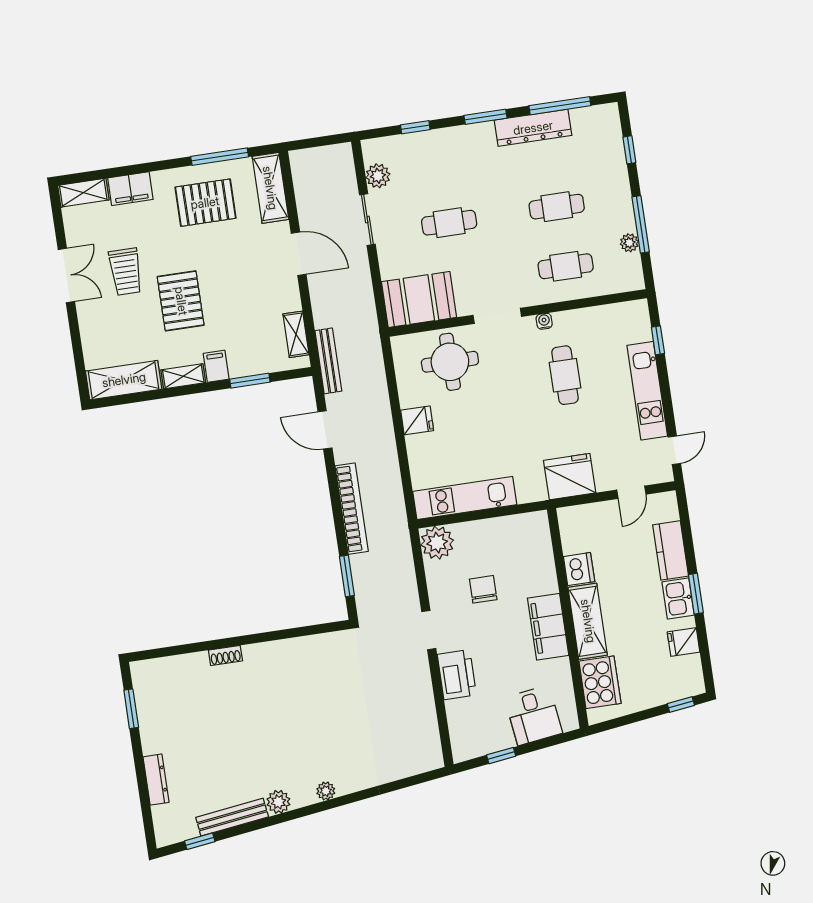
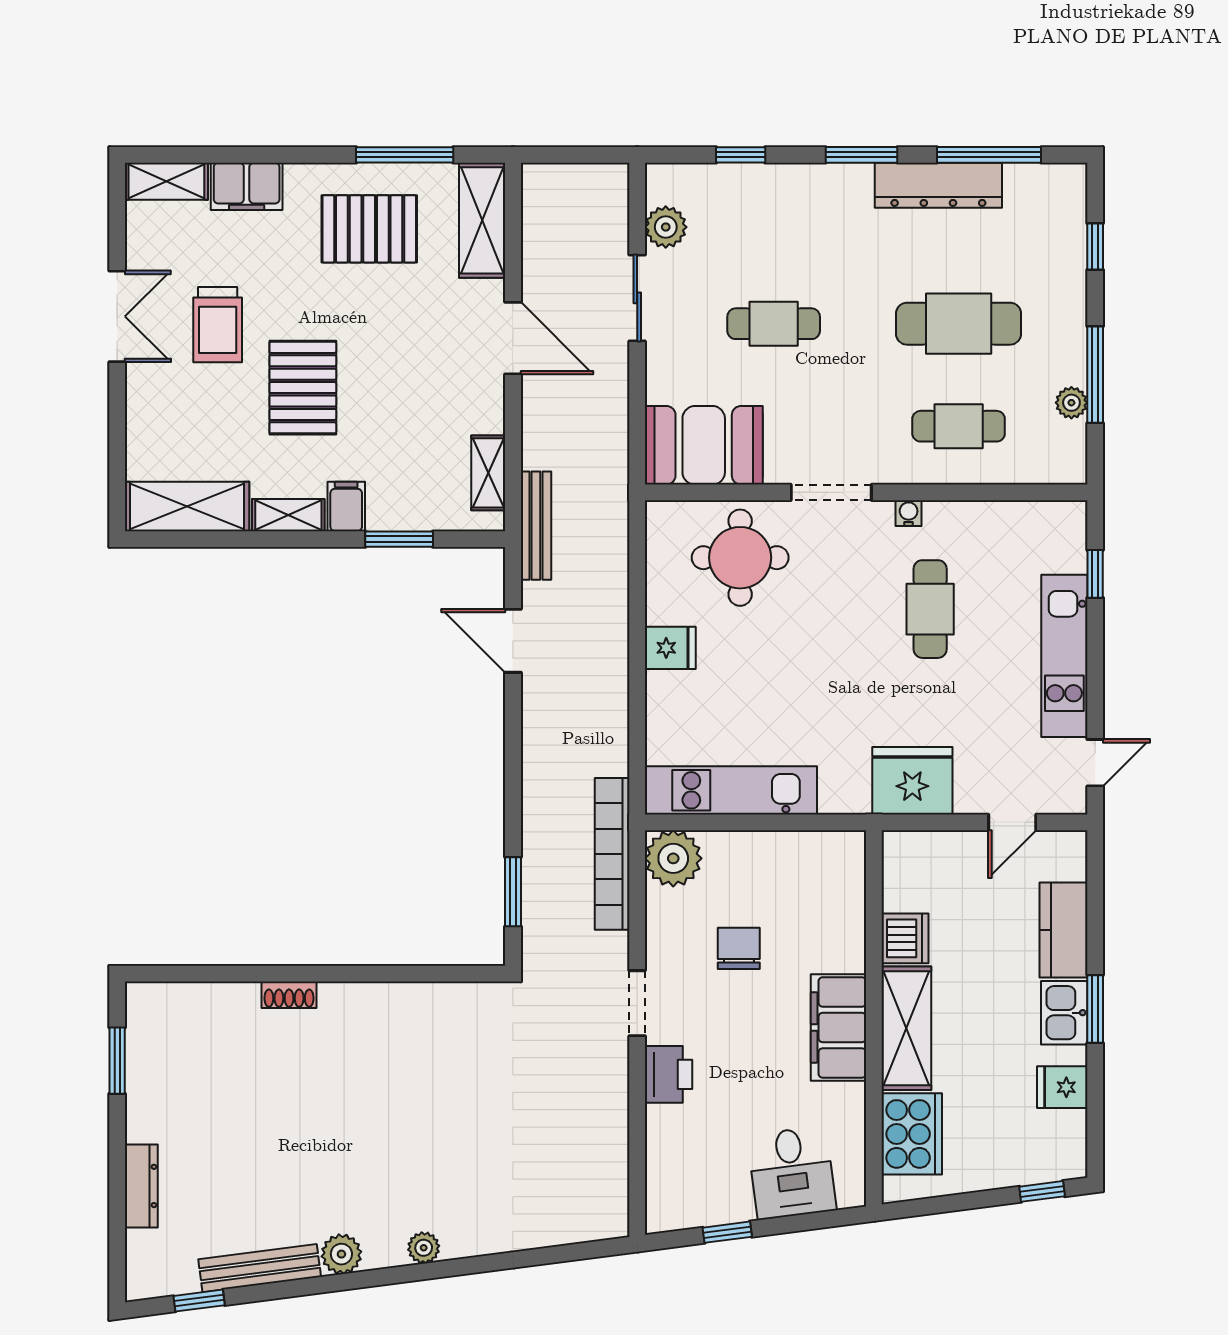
cafe table: (557, 207) -> (959, 324), width x1.37, depth x1.35
bookcase: (352, 509) -> (612, 854), moved, turned 180
printer: (457, 675) -> (668, 1074), width x0.73, depth x0.84

